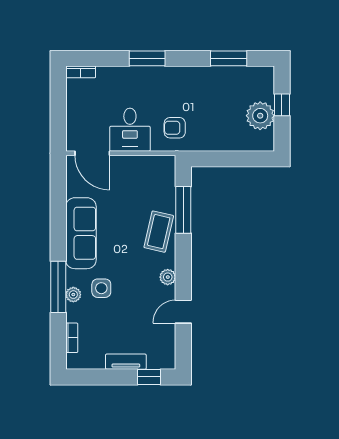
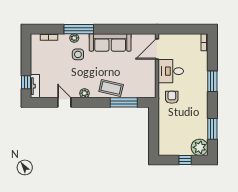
plant: (260, 116) -> (200, 147), moved
tv unit: (126, 362) -> (35, 86), moved

